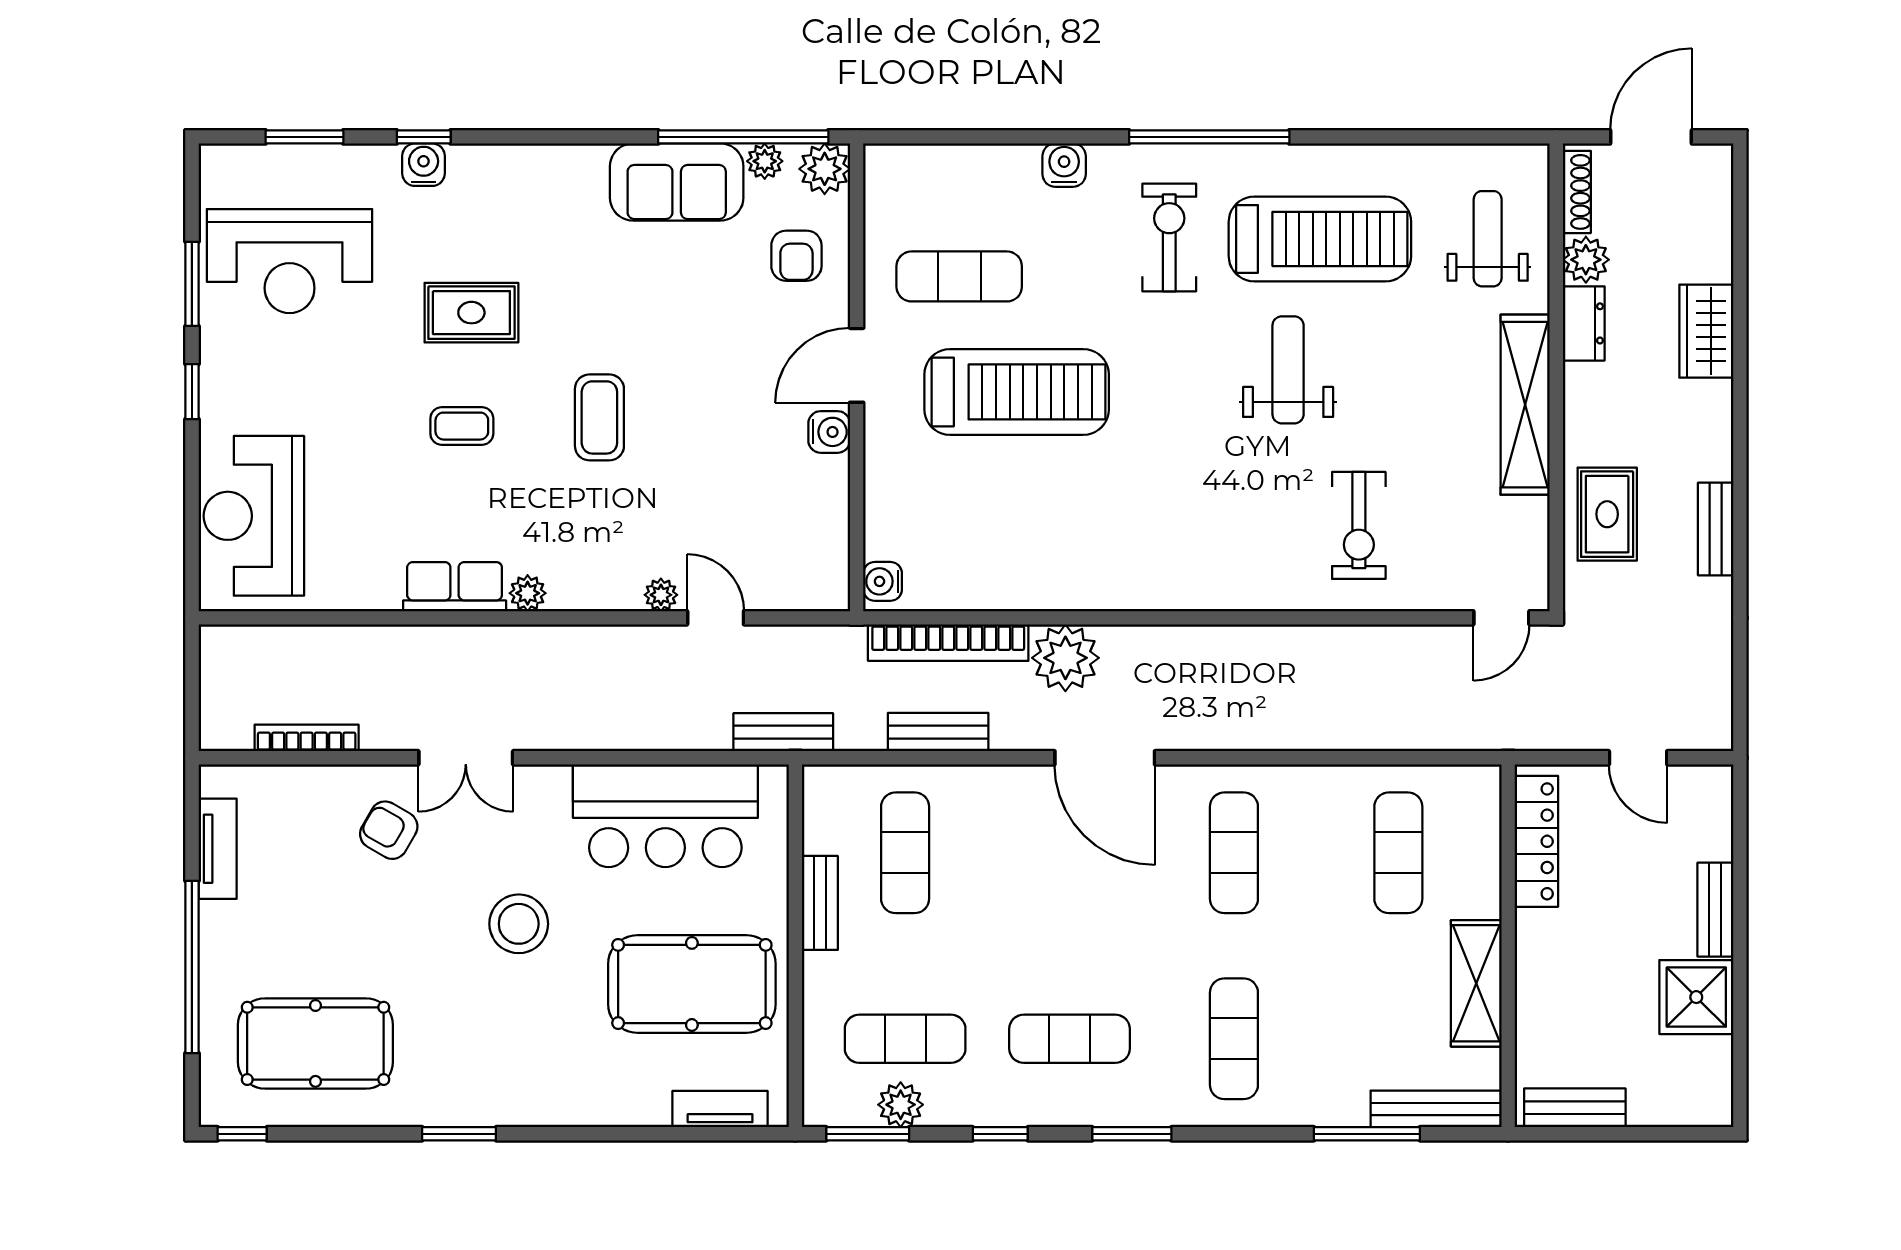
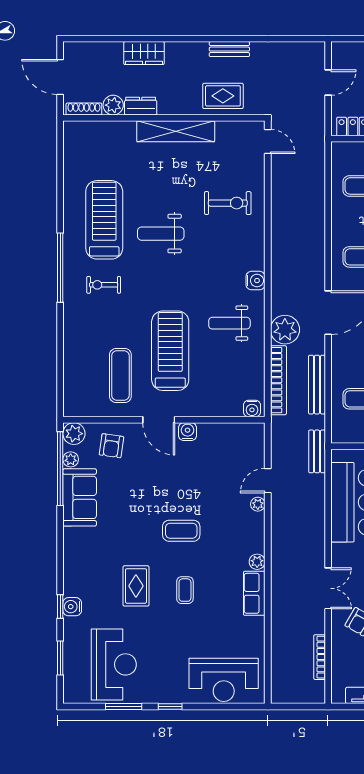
water cooler: (1064, 165) -> (255, 281), moved, turned 180
exercise bike: (1169, 238) -> (104, 285), width x0.73, depth x0.72
weight bench: (1488, 239) -> (229, 323), moved
armchair: (796, 256) -> (111, 446), turned 98
bench: (938, 732) -> (317, 385), width x1.36

